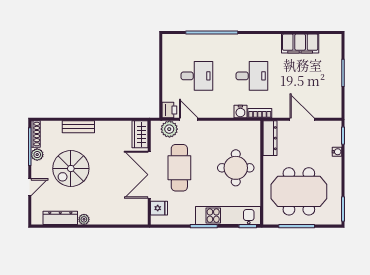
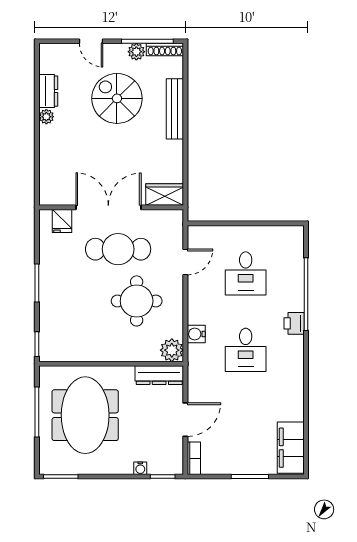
filing cabinet: (300, 43) -> (291, 448), moved
printer: (169, 110) -> (294, 323), moved, turned 90
bookcase: (260, 113) -> (194, 458), moved
bench: (78, 127) -> (175, 109), width x1.36
plant: (169, 129) -> (172, 350), moved
round table: (236, 168) -> (137, 301), moved
kitchen unit: (228, 216) -> (52, 317), removed
dresser: (60, 218) -> (48, 91), width x0.70

